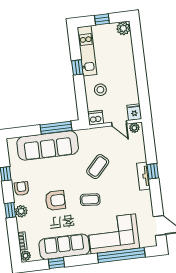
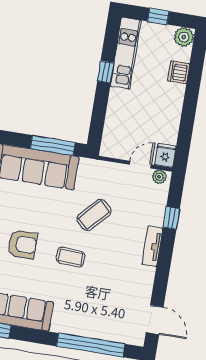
stool: (100, 90) -> (128, 111), removed
dishwasher: (96, 118) -> (179, 72), moved, turned -90
door: (119, 123) -> (140, 165), swing flipped
window: (153, 171) -> (171, 218), moved
corner sofa: (113, 234) -> (88, 313), removed

